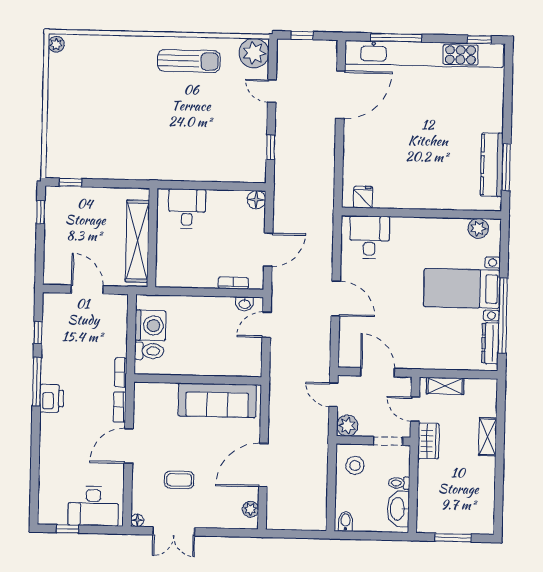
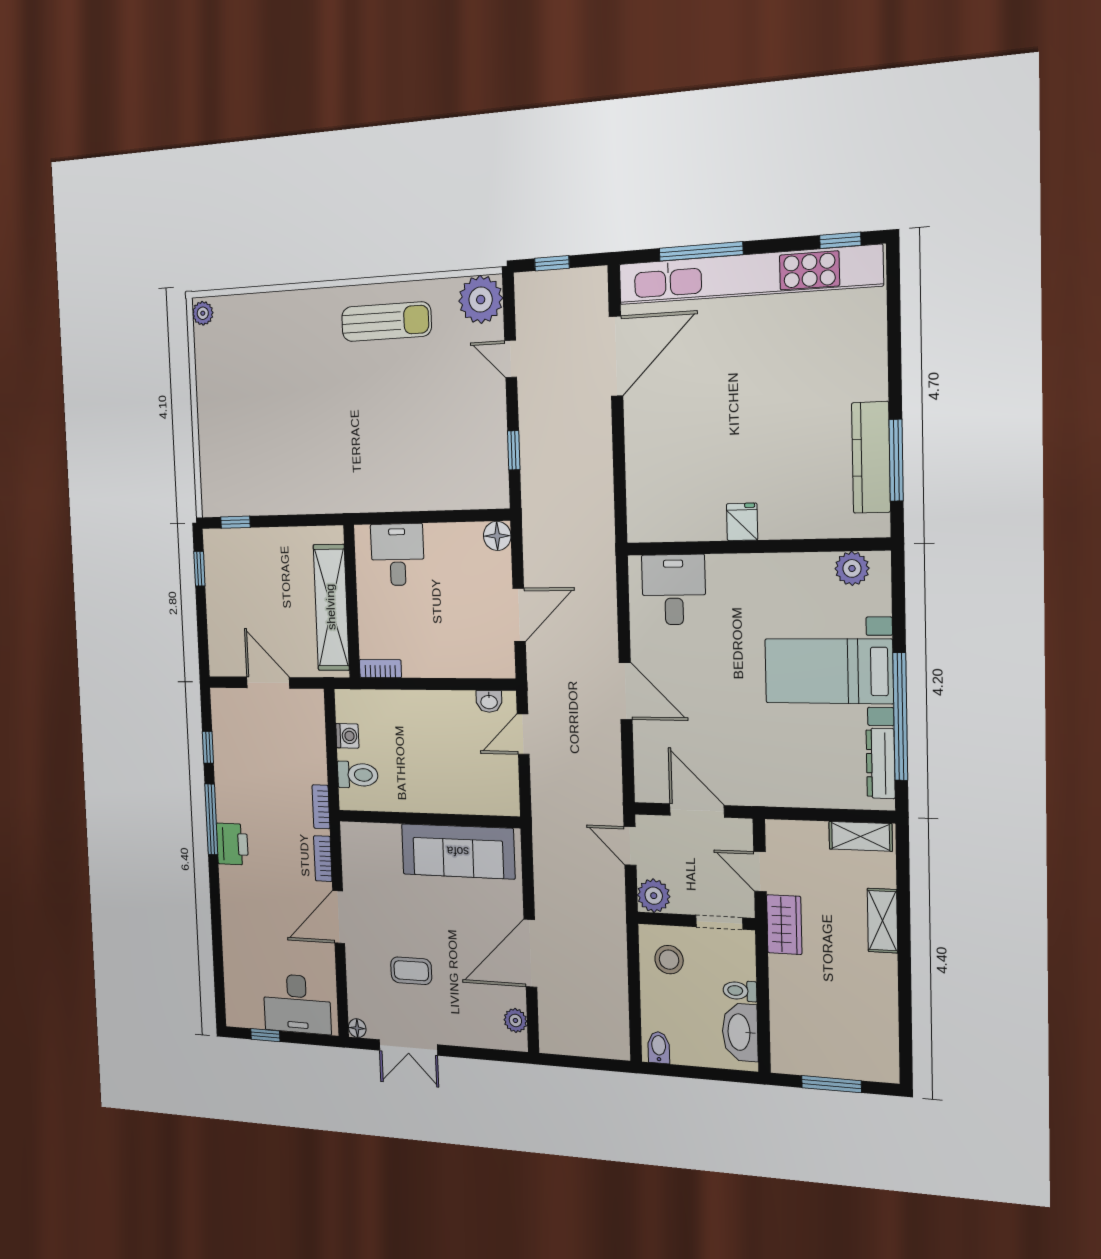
fridge: (363, 197) -> (742, 522), moved
bookcase: (233, 283) -> (380, 669), moved
washing machine: (150, 325) -> (347, 736), width x0.53, depth x0.53
shelving: (445, 386) -> (861, 836), moved

